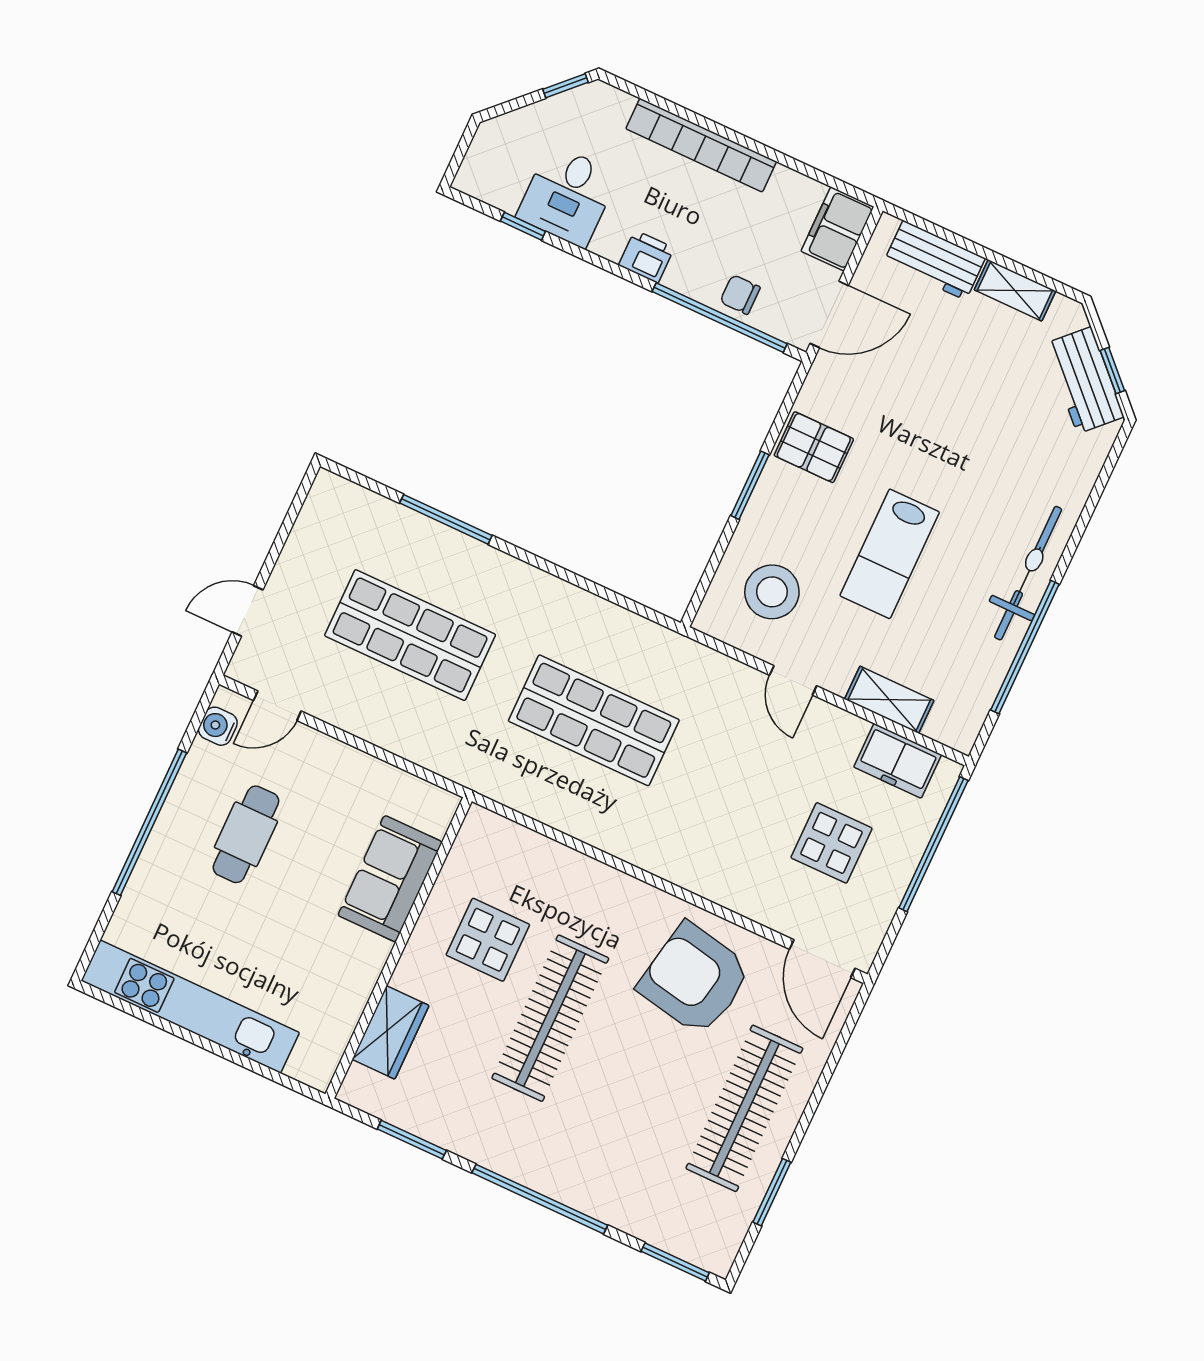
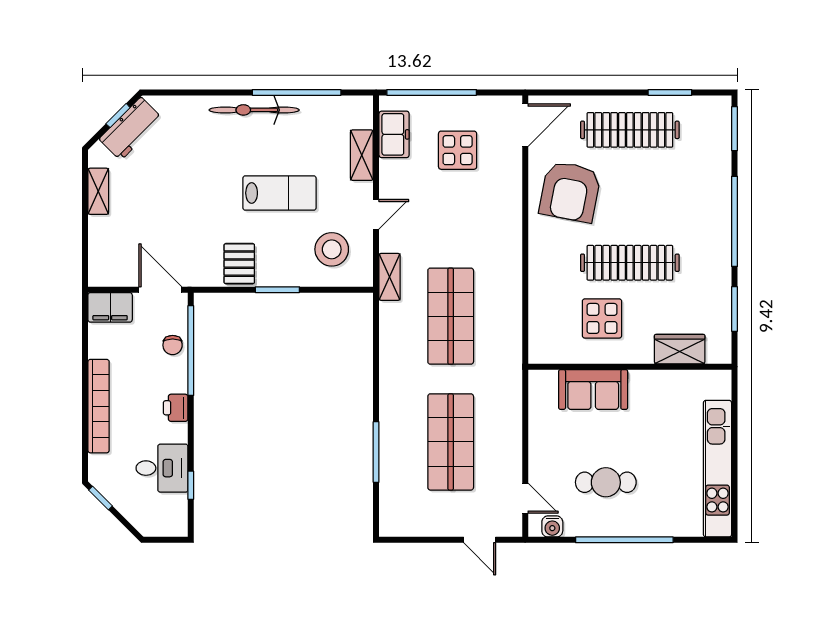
workbench: (934, 260) -> (102, 245), removed
shelving: (693, 658) -> (390, 277), added

